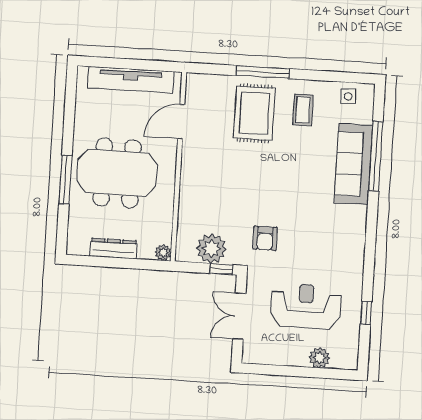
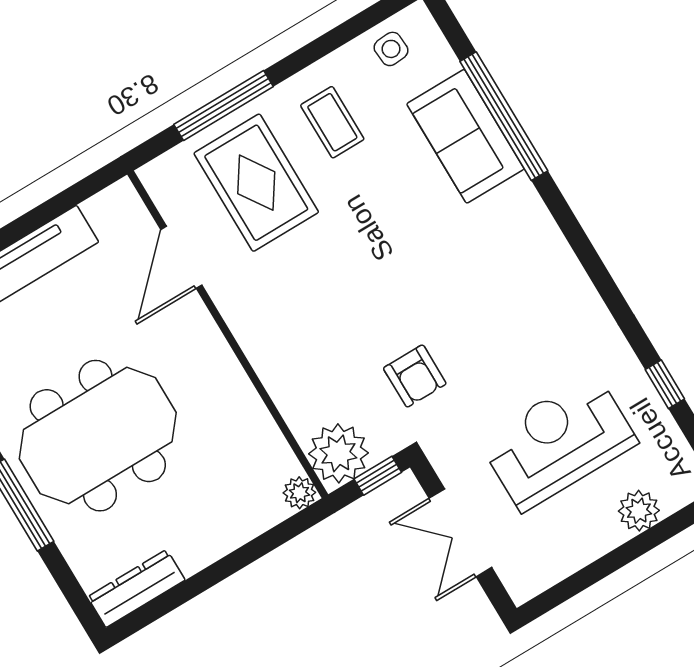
door: (181, 122) -> (181, 257), moved
sofa: (353, 164) -> (465, 136), width x0.73
wall: (178, 167) -> (228, 334), moved
dresser: (113, 249) -> (136, 588), moved
plant: (163, 253) -> (299, 493), moved

